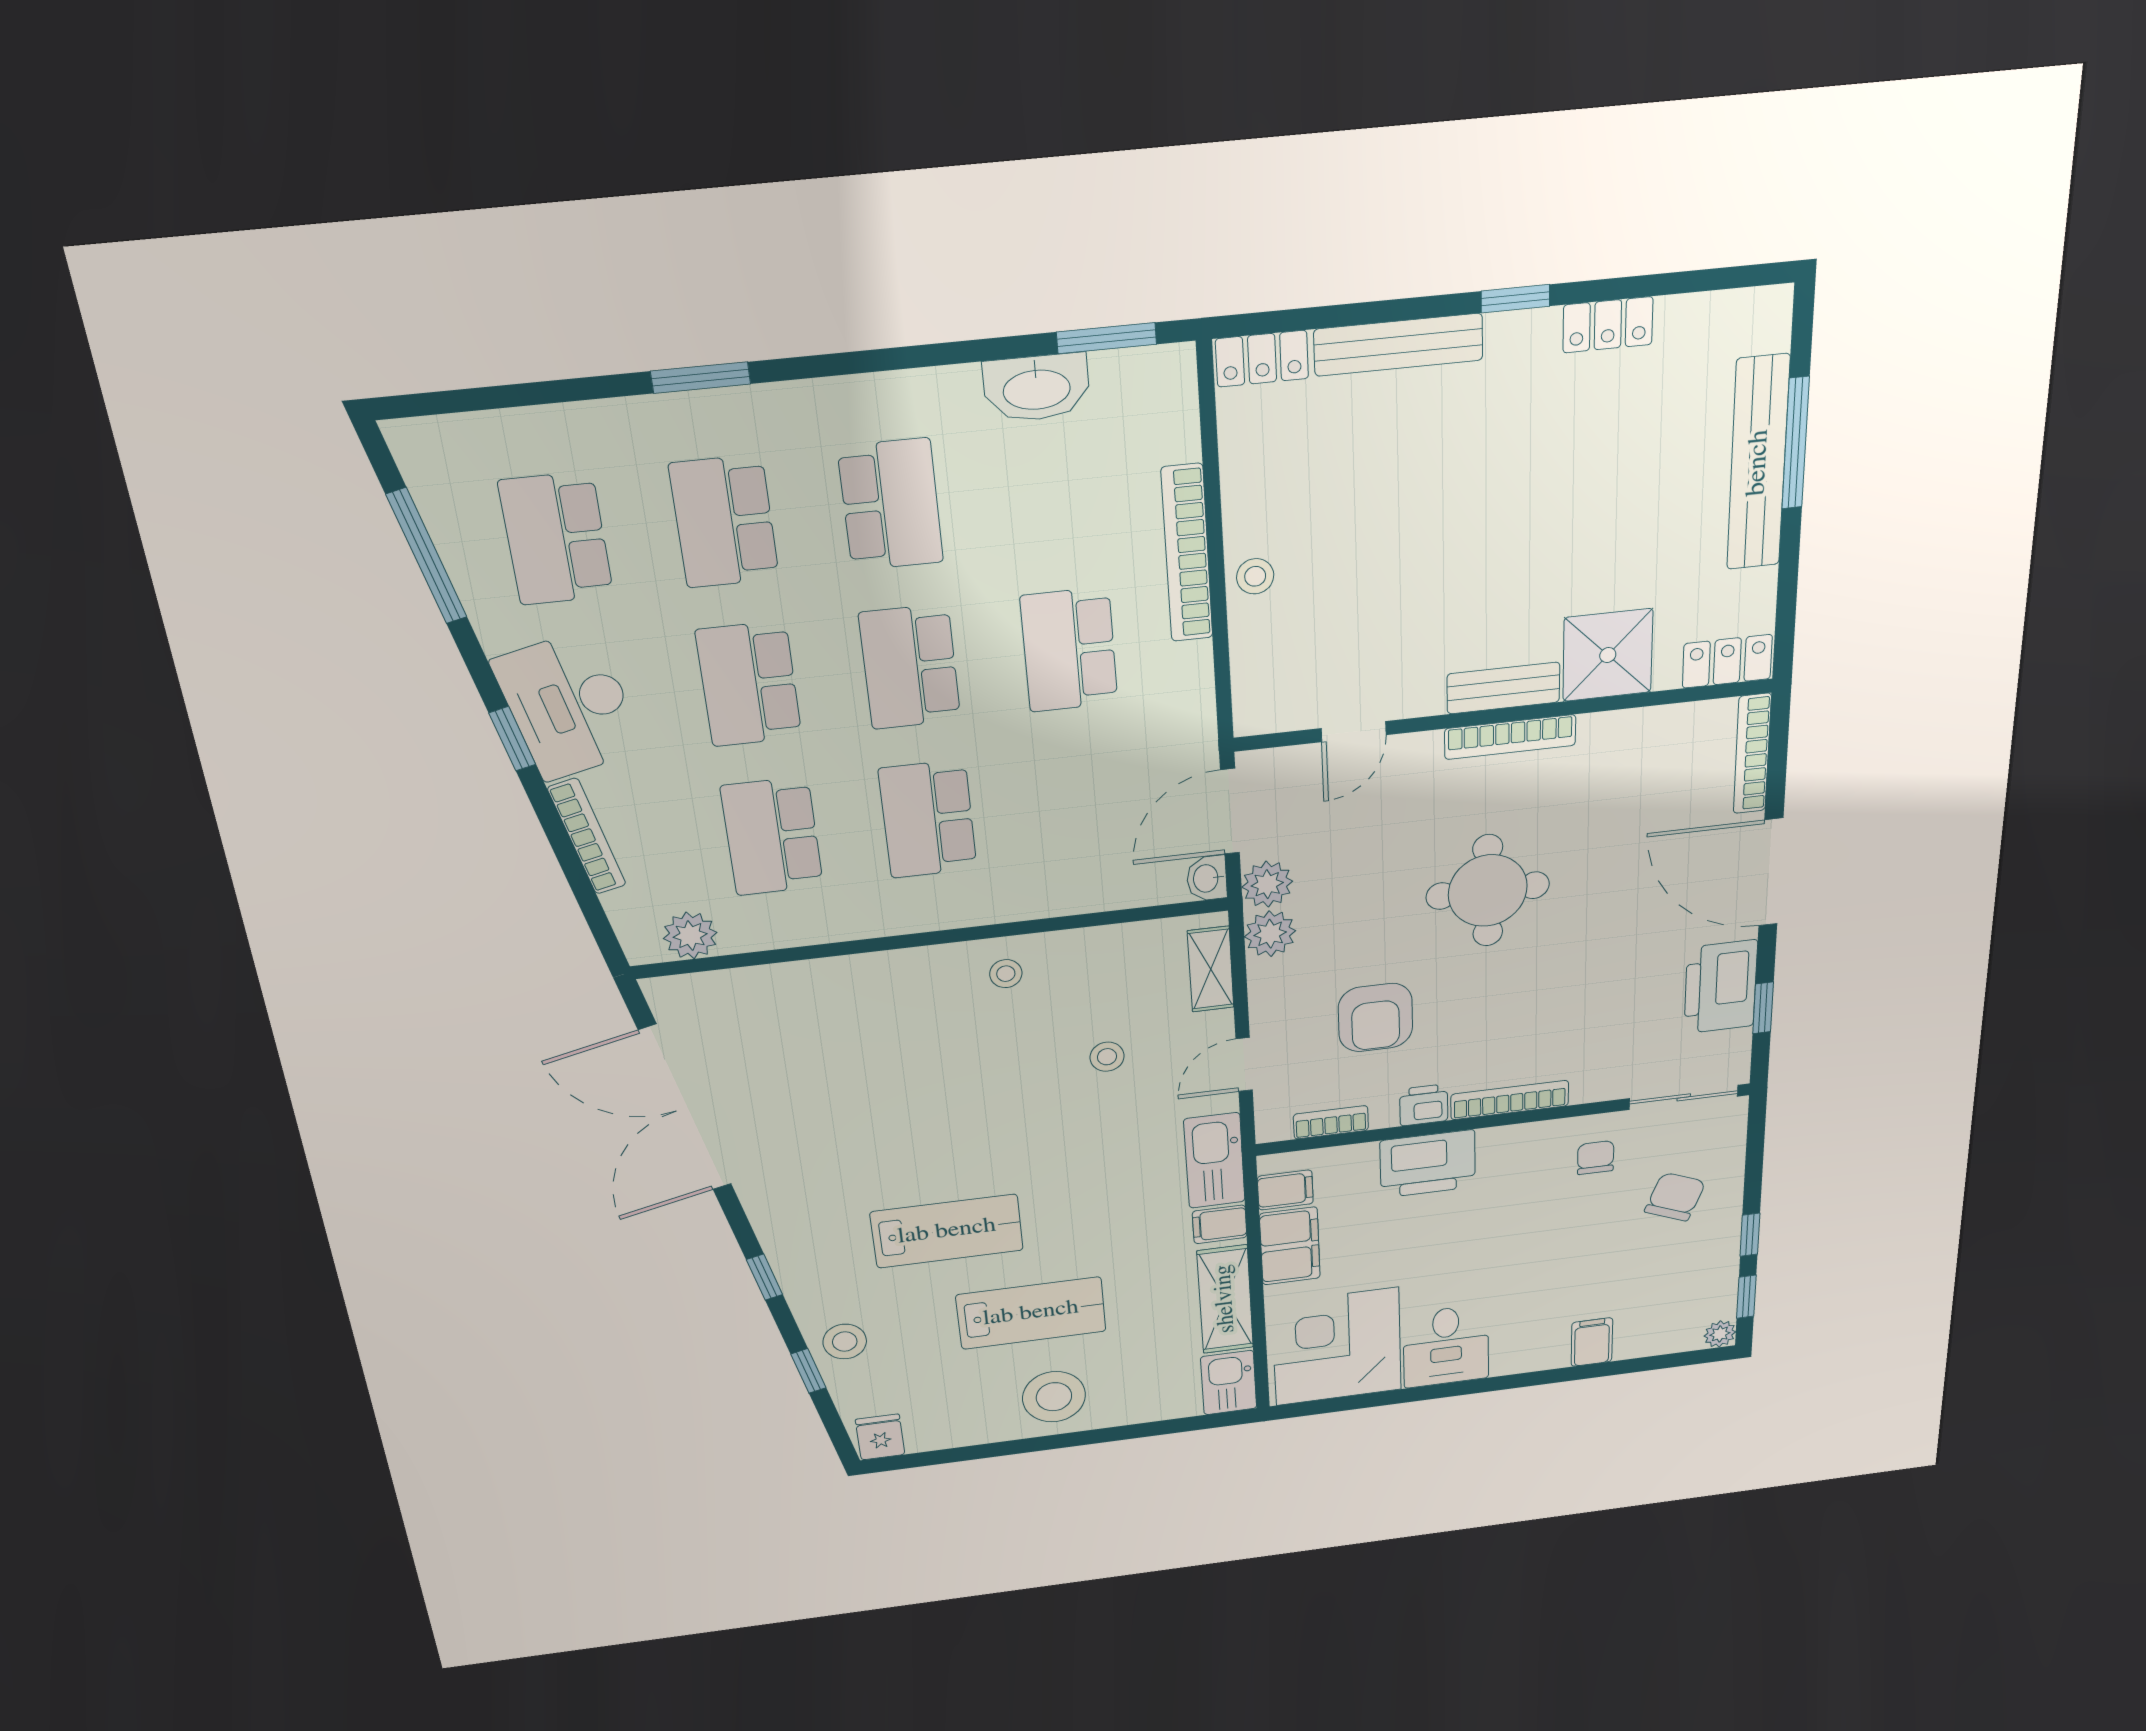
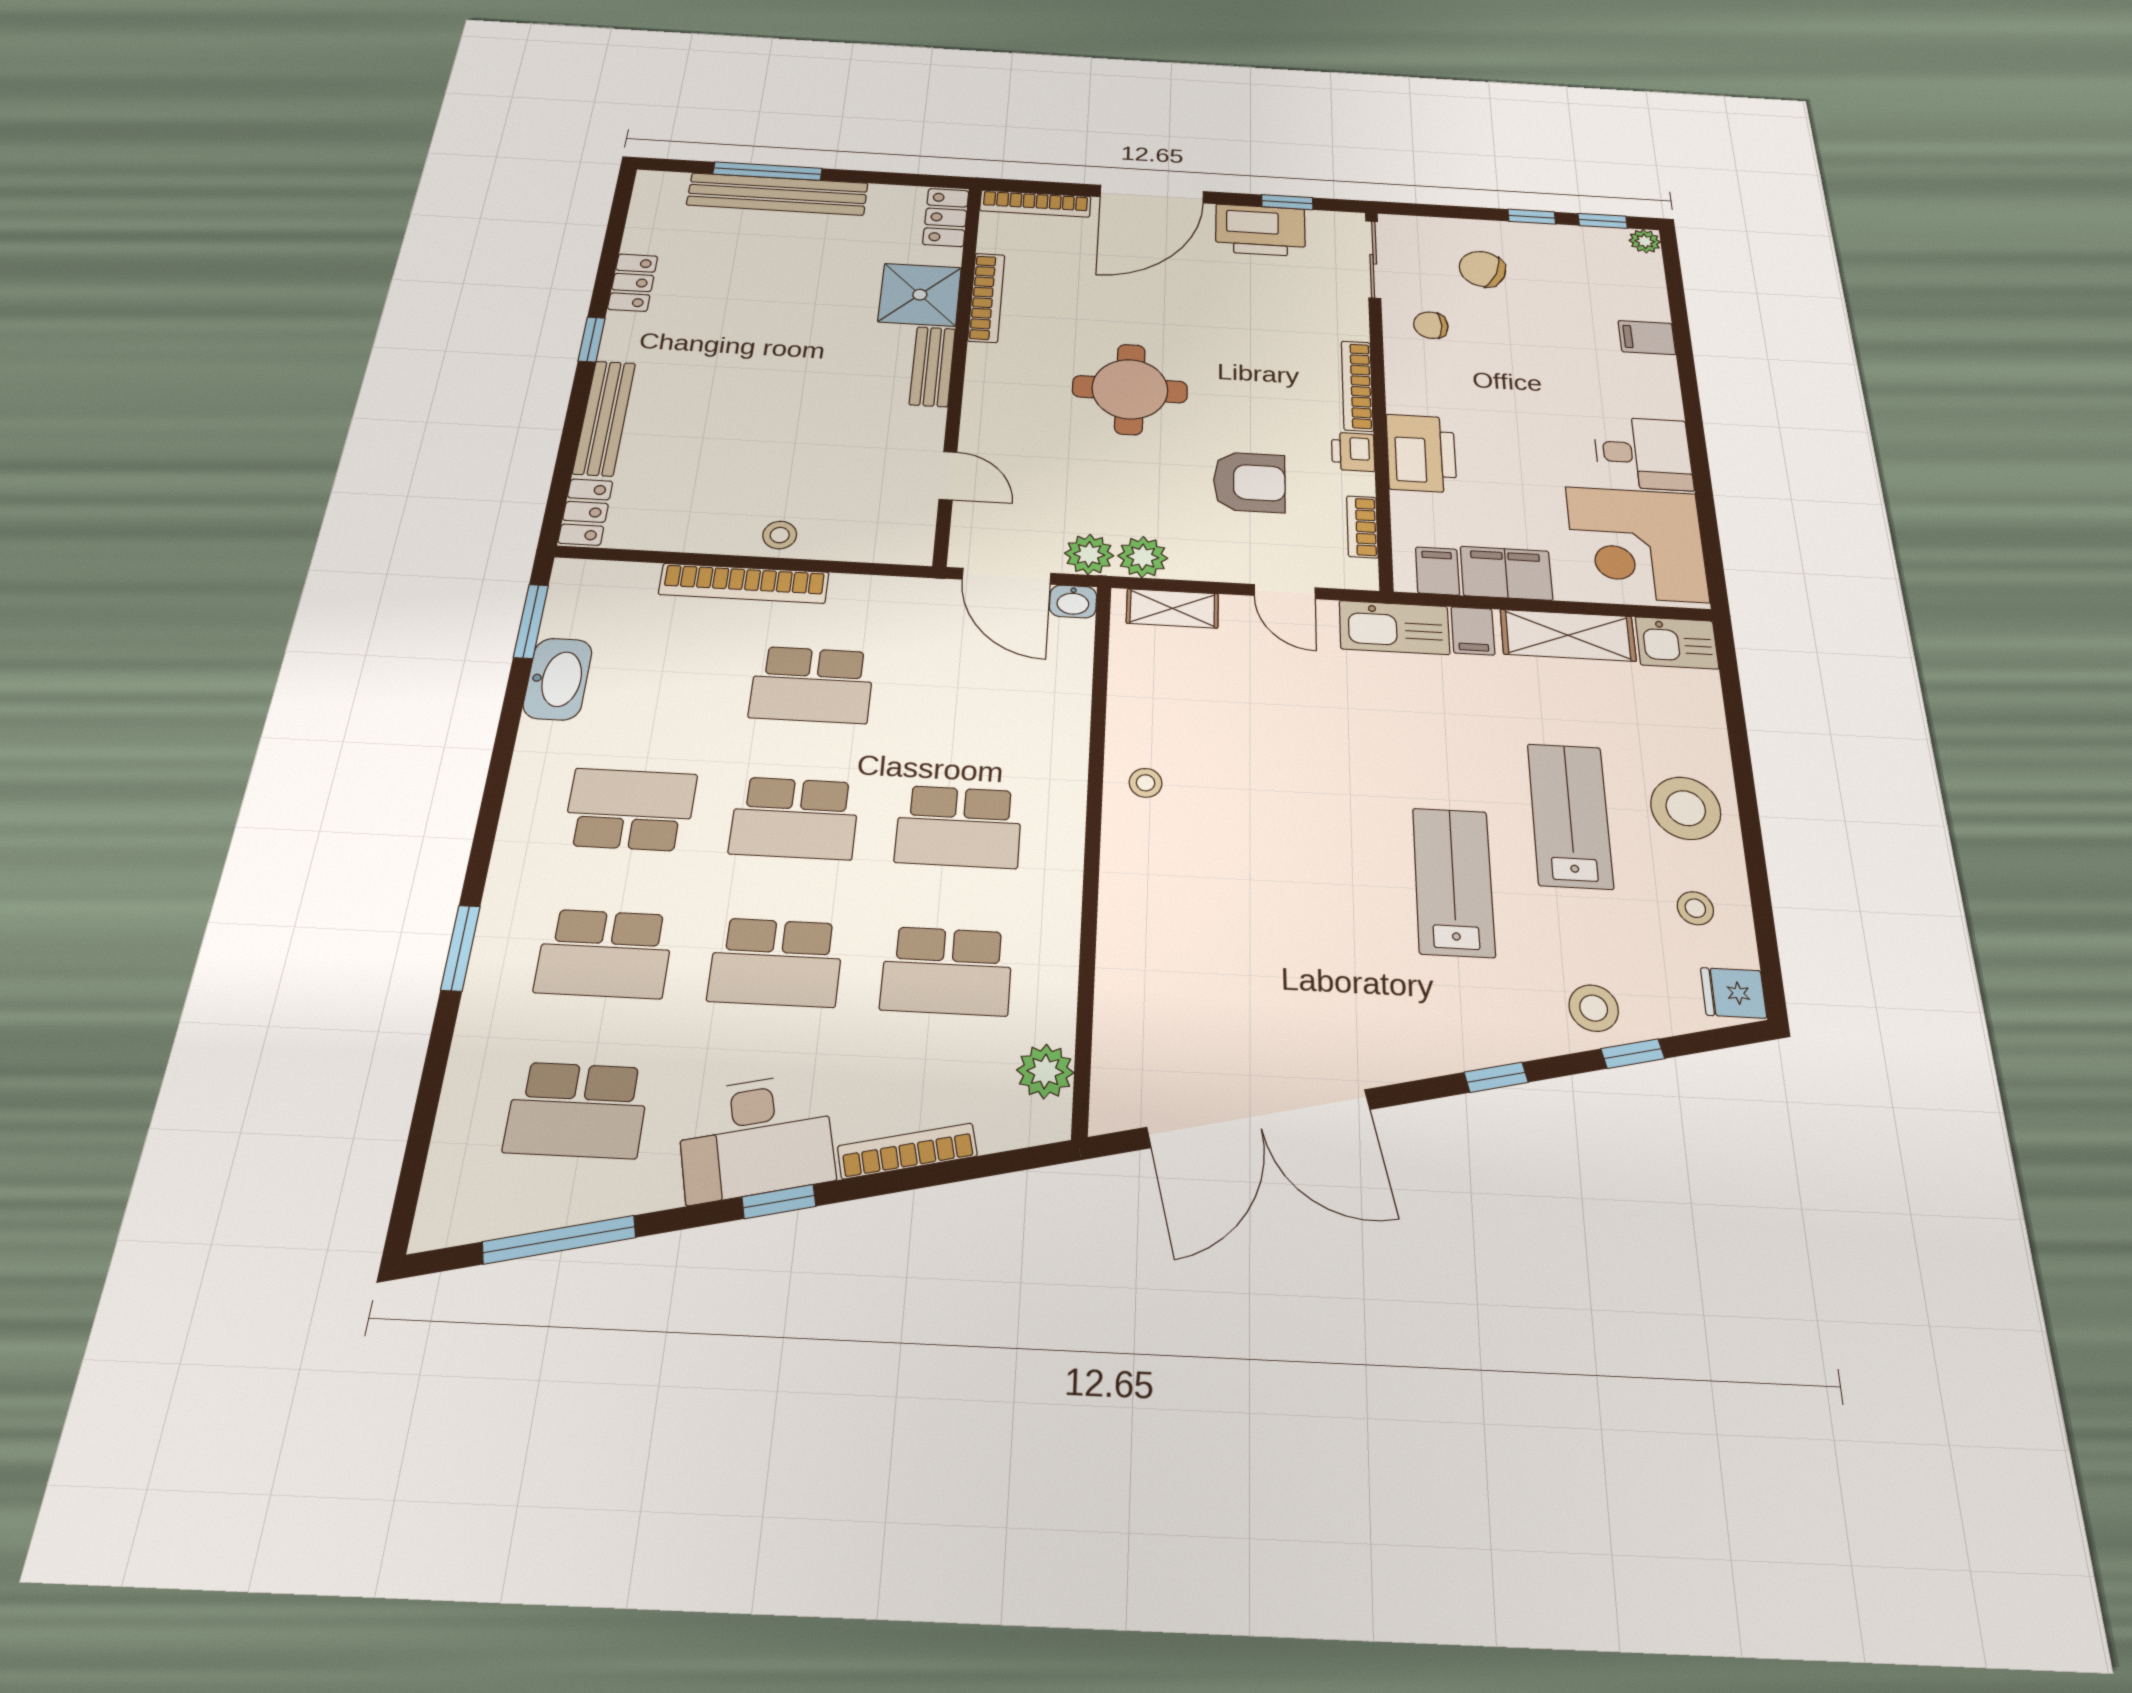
bookcase: (1510, 737) -> (986, 298), moved
stool: (1107, 1057) -> (1695, 908), moved

